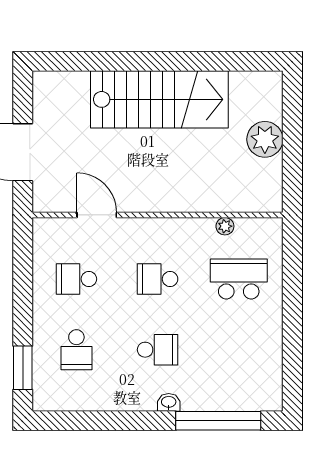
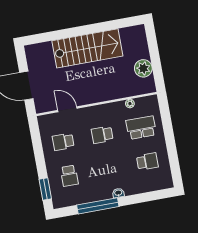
plant: (265, 139) -> (143, 68), moved
school desk: (158, 350) -> (147, 162), moved
window: (218, 421) -> (98, 206), moved

